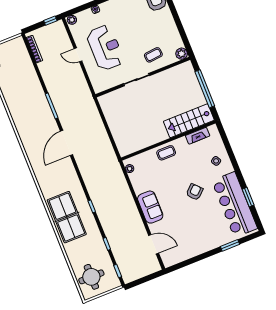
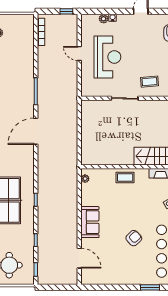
plant: (72, 20) -> (104, 19), moved
armchair: (195, 192) -> (134, 238), moved

